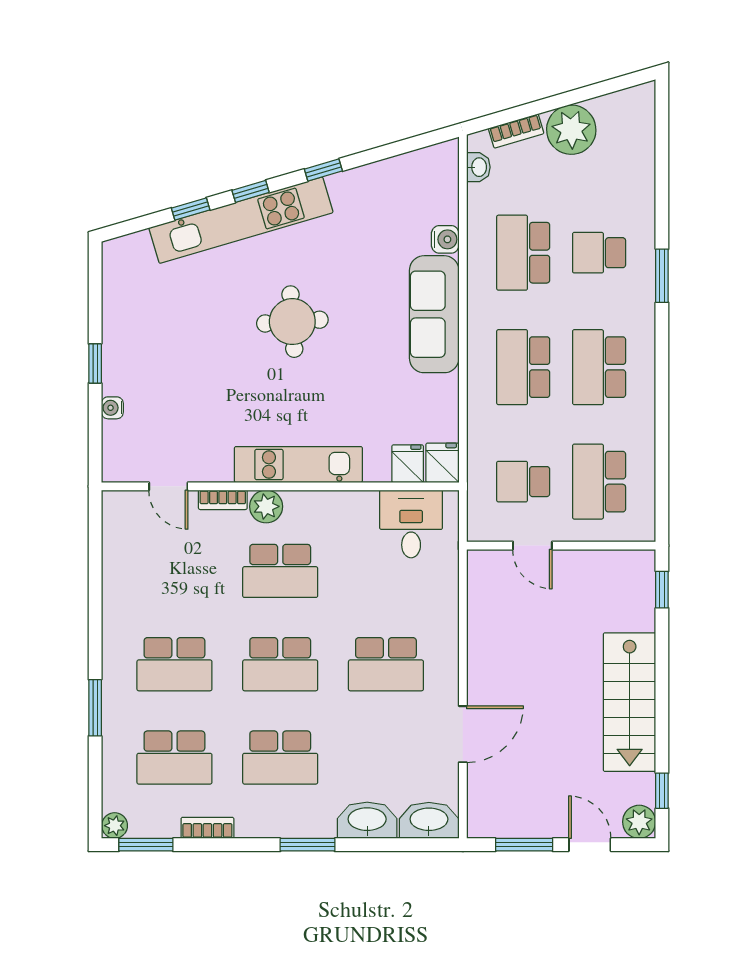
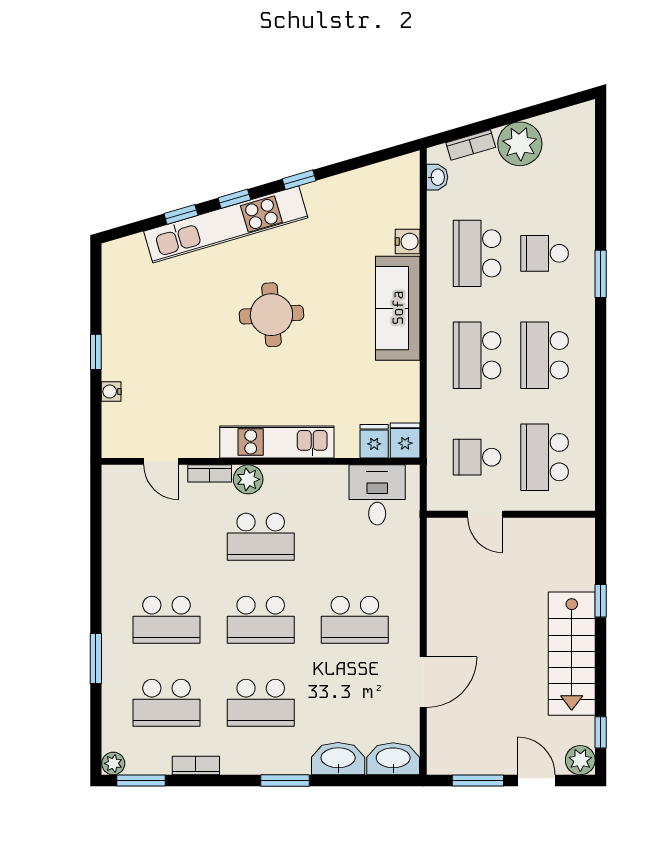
window: (662, 590) -> (601, 601), moved

